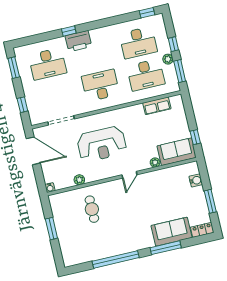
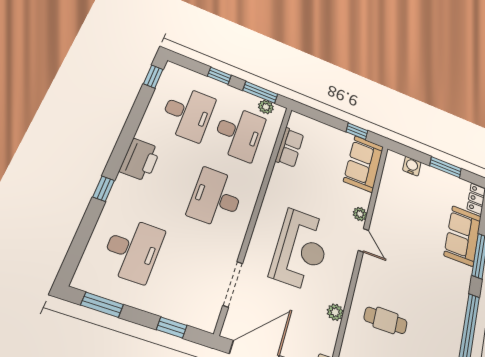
printer: (78, 41) -> (140, 160), moved
plant: (168, 59) -> (266, 107), moved
plant: (155, 162) -> (360, 214), moved

